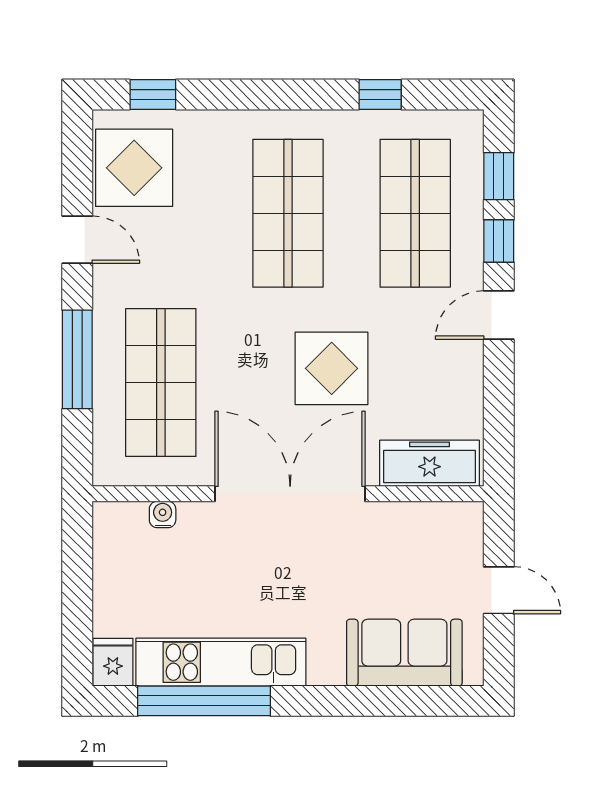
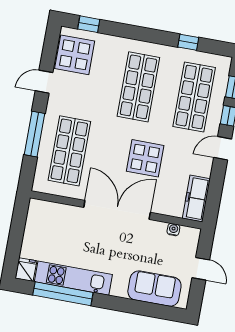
door: (77, 240) -> (44, 82), swing flipped
freezer: (430, 463) -> (196, 198), moved, turned -90
water cooler: (163, 514) -> (173, 230), moved

